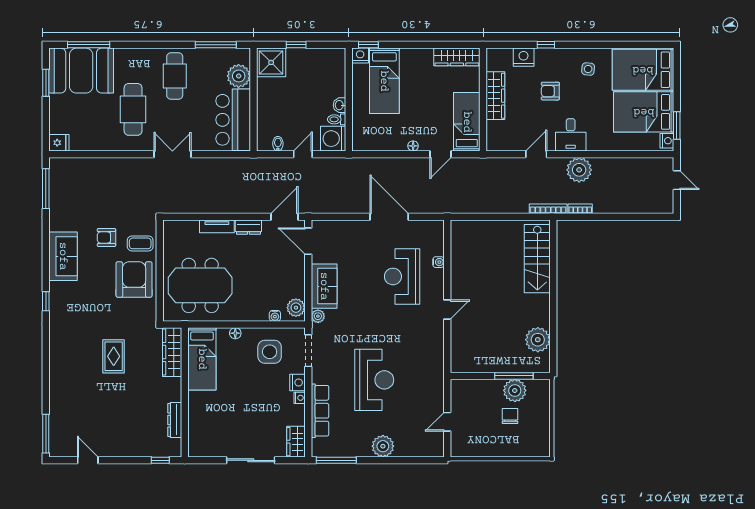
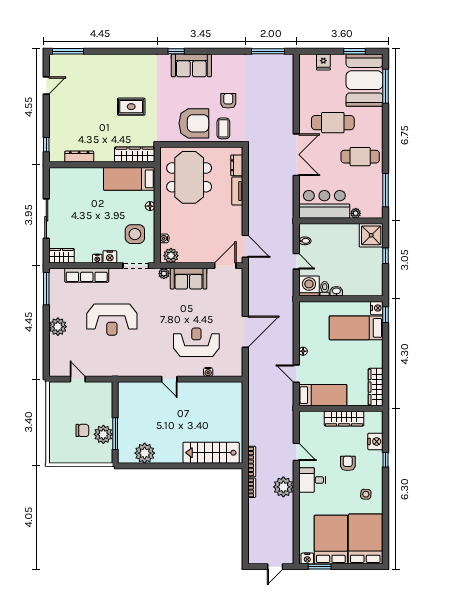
plant: (239, 76) -> (356, 213), width x0.53, depth x0.53
fridge: (59, 143) -> (323, 62), moved
double door: (172, 154) -> (296, 155), width x1.37
dresser: (248, 227) -> (237, 165), moved
sofa: (63, 256) -> (191, 65), moved

